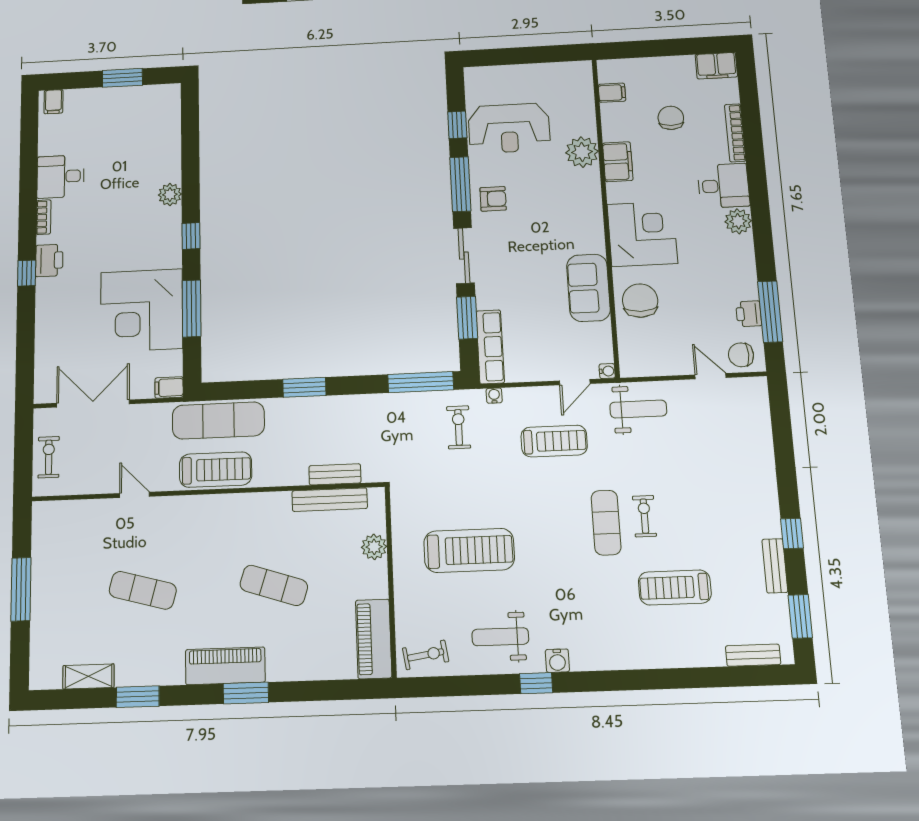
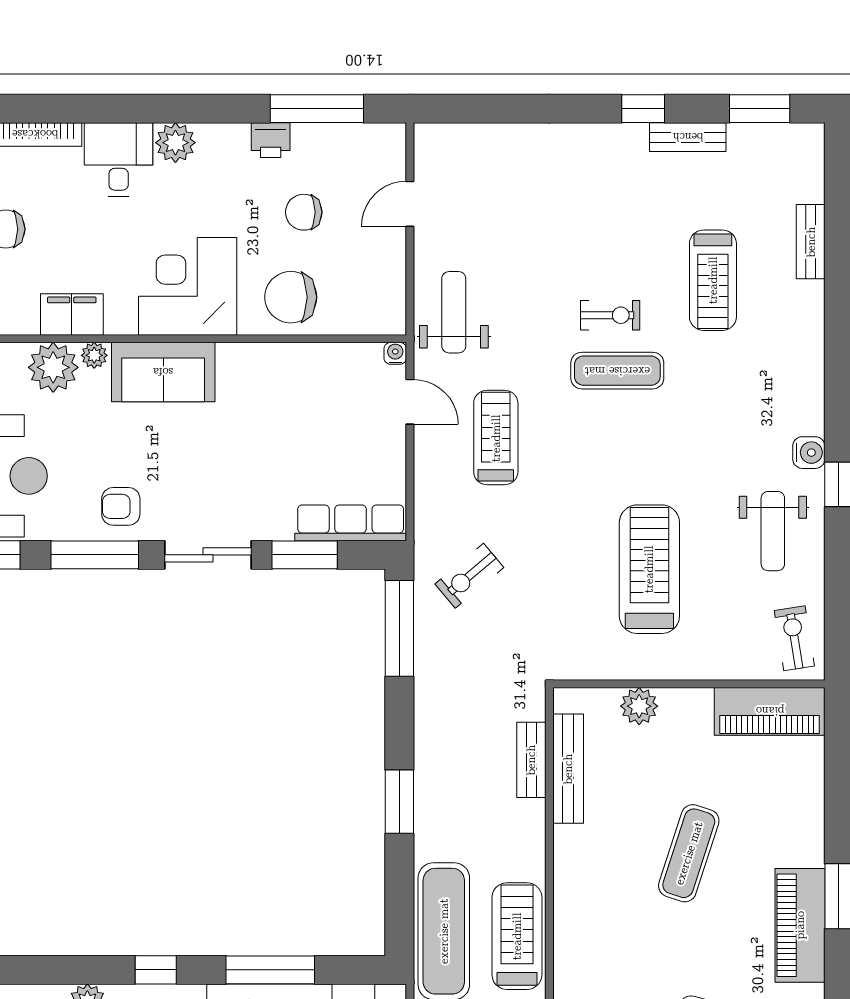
plant: (592, 177) -> (94, 355), added
armchair: (493, 199) -> (121, 506), turned -90
sofa: (588, 288) -> (163, 372), moved
printer: (749, 314) -> (271, 140), moved
chair: (741, 355) -> (304, 212), moved, turned 90
water cooler: (494, 396) -> (424, 521), removed
exercise bike: (459, 427) -> (469, 576), turned -40
exercise bike: (644, 516) -> (610, 315), turned 180
bench: (753, 655) -> (811, 242), moved

